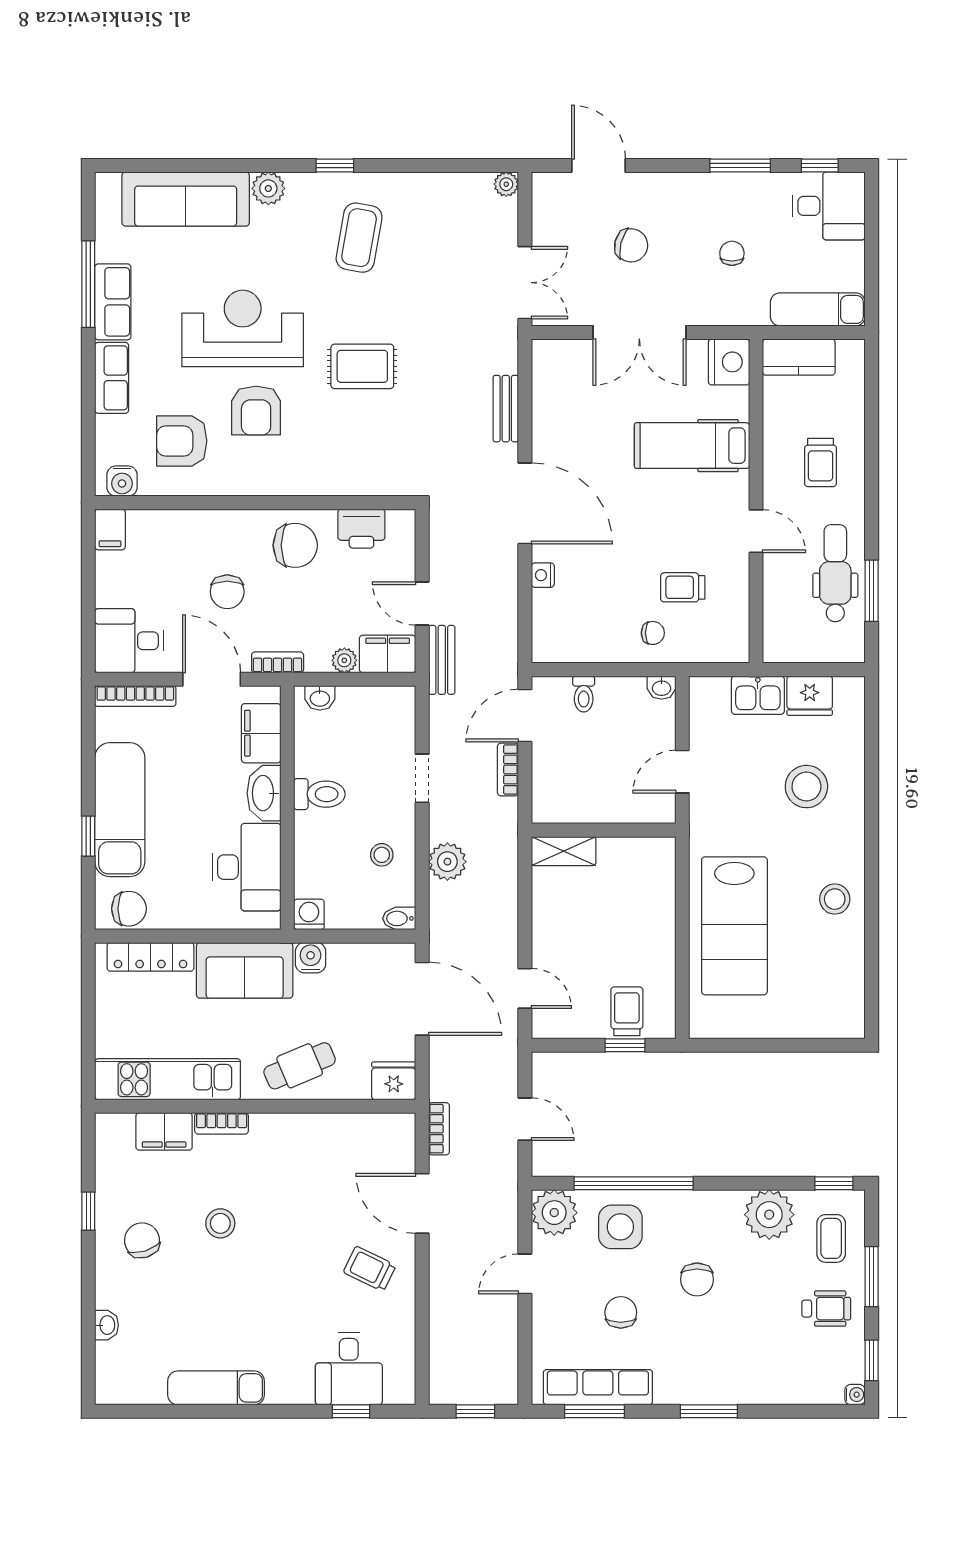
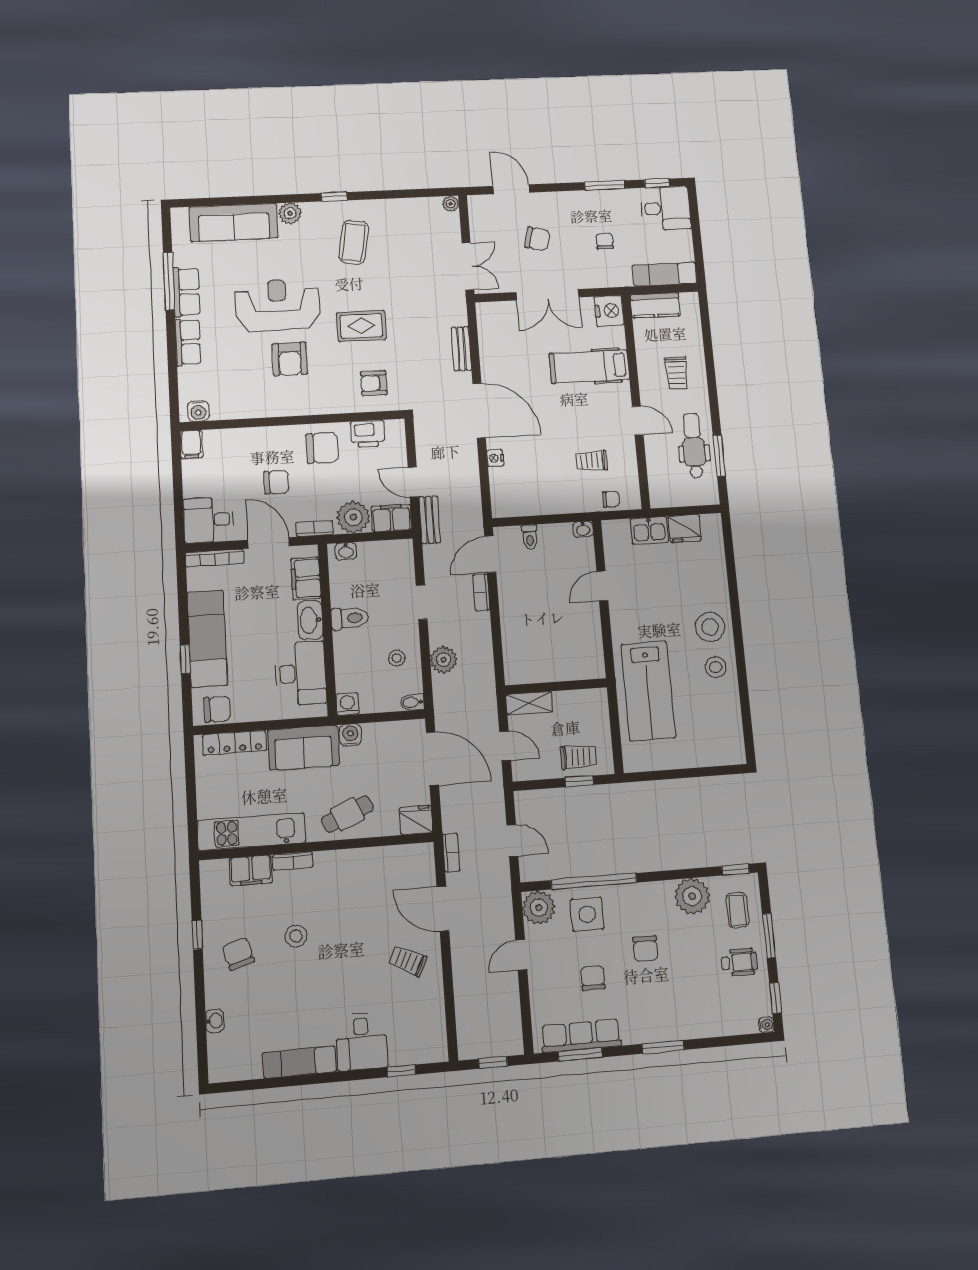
armchair: (182, 441) -> (374, 383), moved, width x0.72, depth x0.72
chair: (227, 592) -> (276, 482), turned -90
chair: (653, 633) -> (611, 499), moved
plant: (344, 660) -> (353, 517), width x1.88, depth x1.88
stool: (806, 787) -> (710, 627), moved
wall: (604, 830) -> (556, 686), moved
shelving: (564, 851) -> (529, 703), moved
trolley: (627, 1011) -> (578, 757), turned 90
desk: (349, 1369) -> (361, 1042), moved

